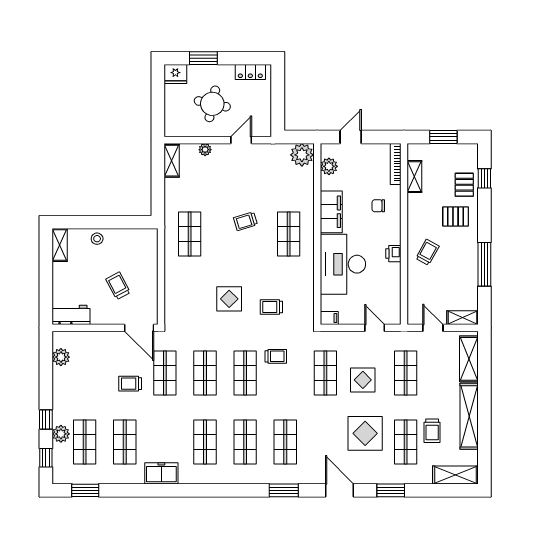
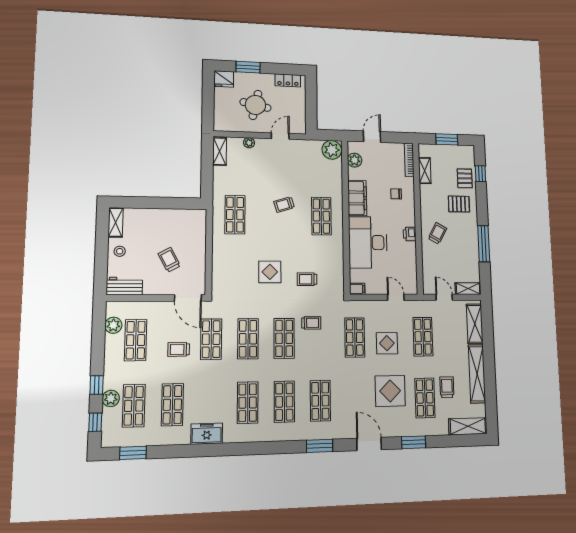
stool: (97, 239) -> (120, 251), moved
shop shelf: (85, 373) -> (136, 340), added
trolley: (432, 431) -> (447, 387), turned 180

